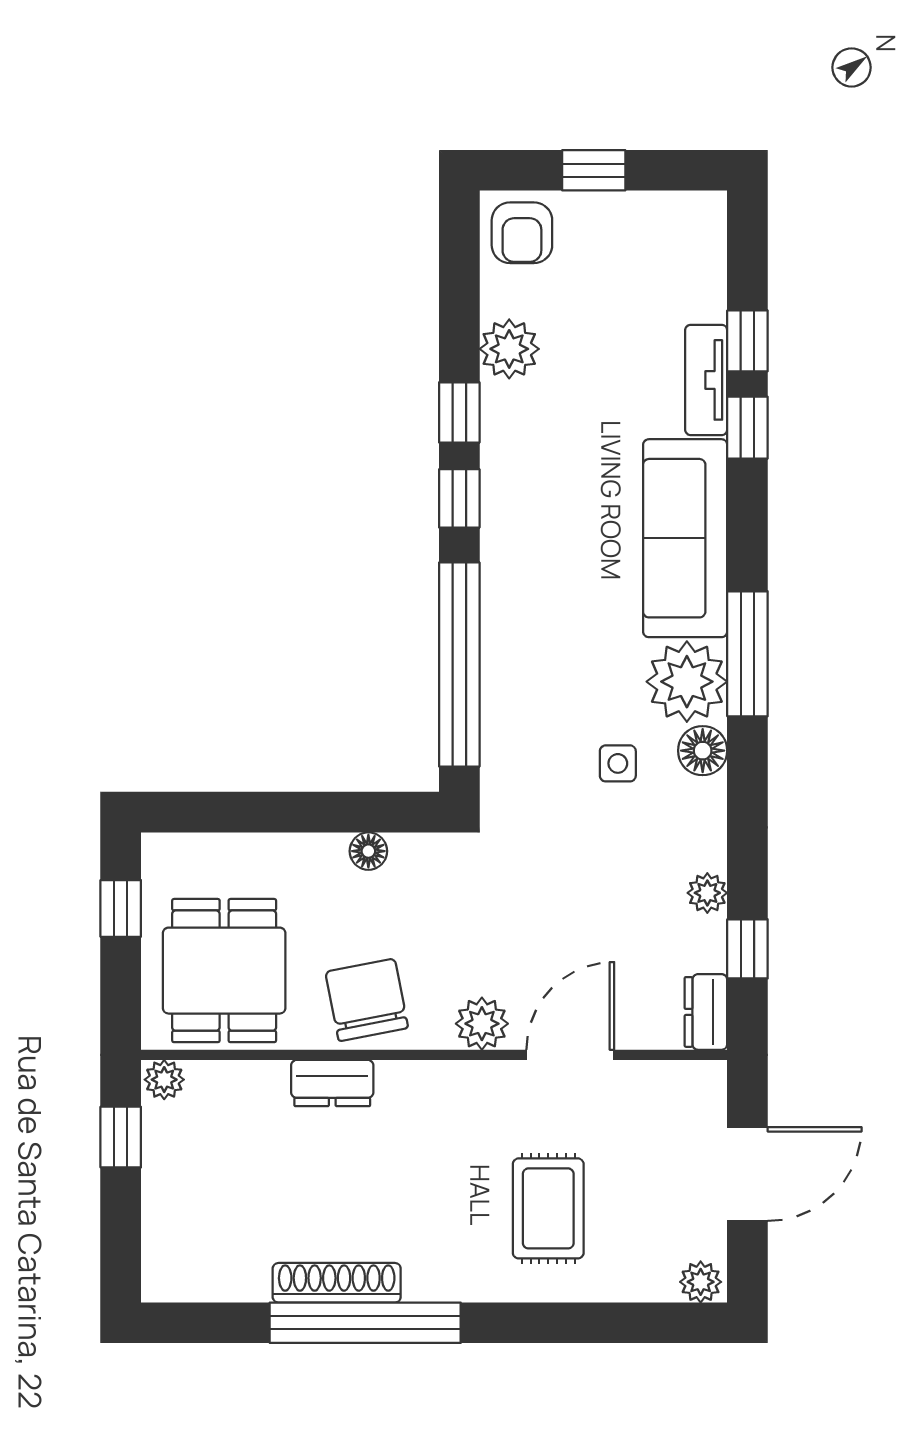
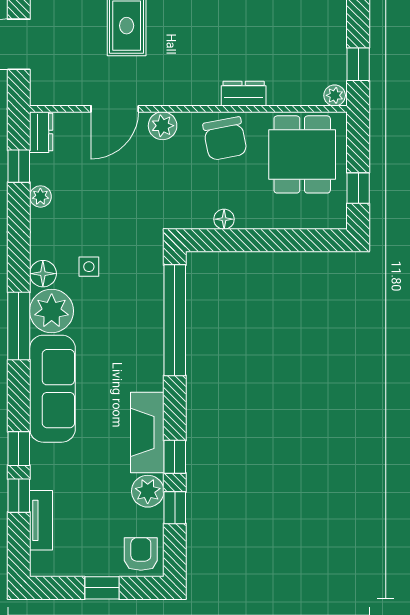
tv unit: (706, 380) -> (41, 520), moved
fireplace: (510, 457) -> (147, 432), added
window: (459, 498) -> (175, 508), moved

